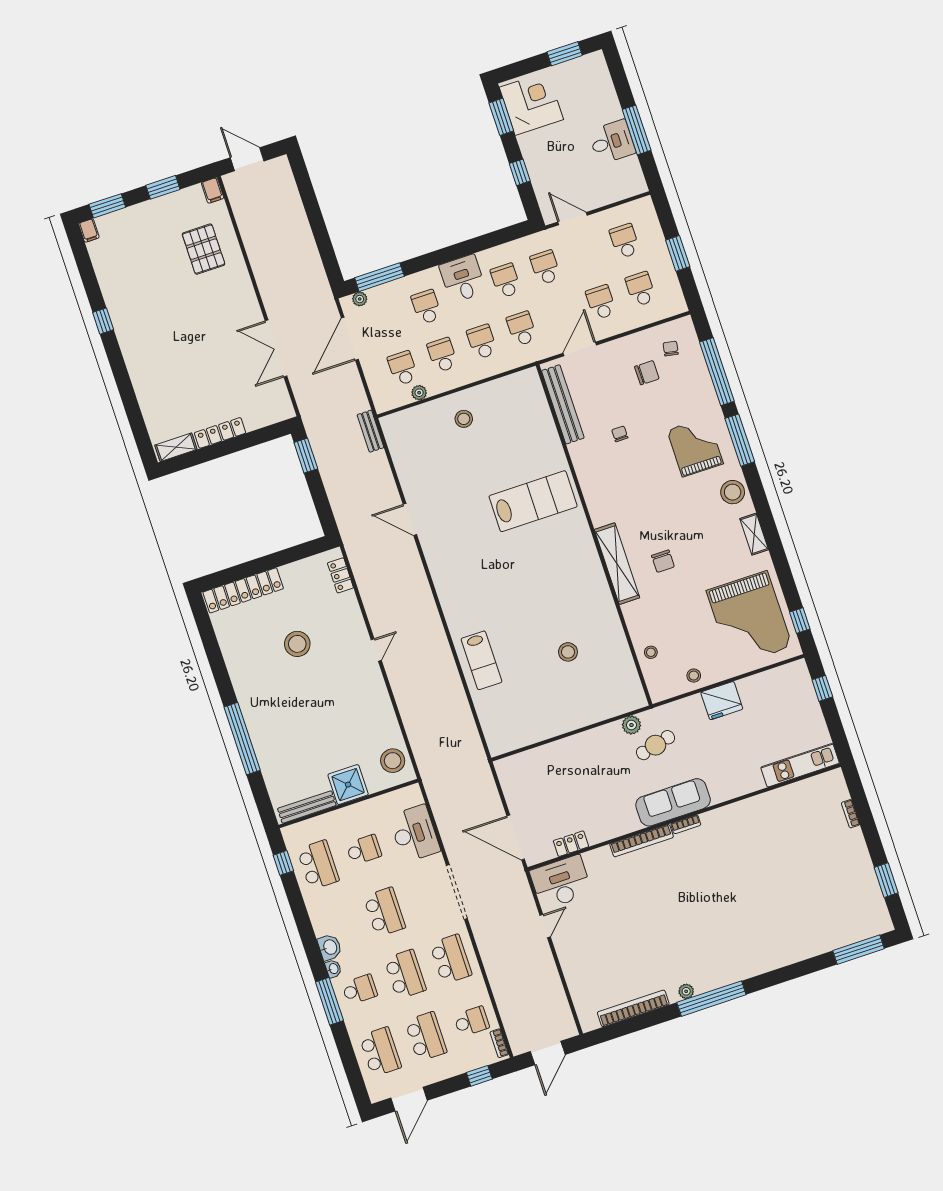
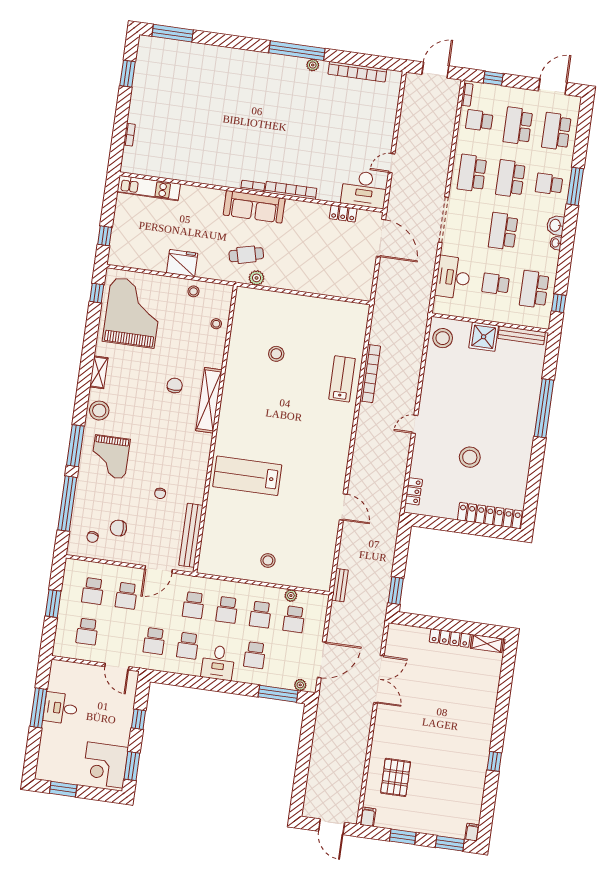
bookcase: (453, 682) -> (370, 374), added
washbasin: (333, 969) -> (556, 243), moved

